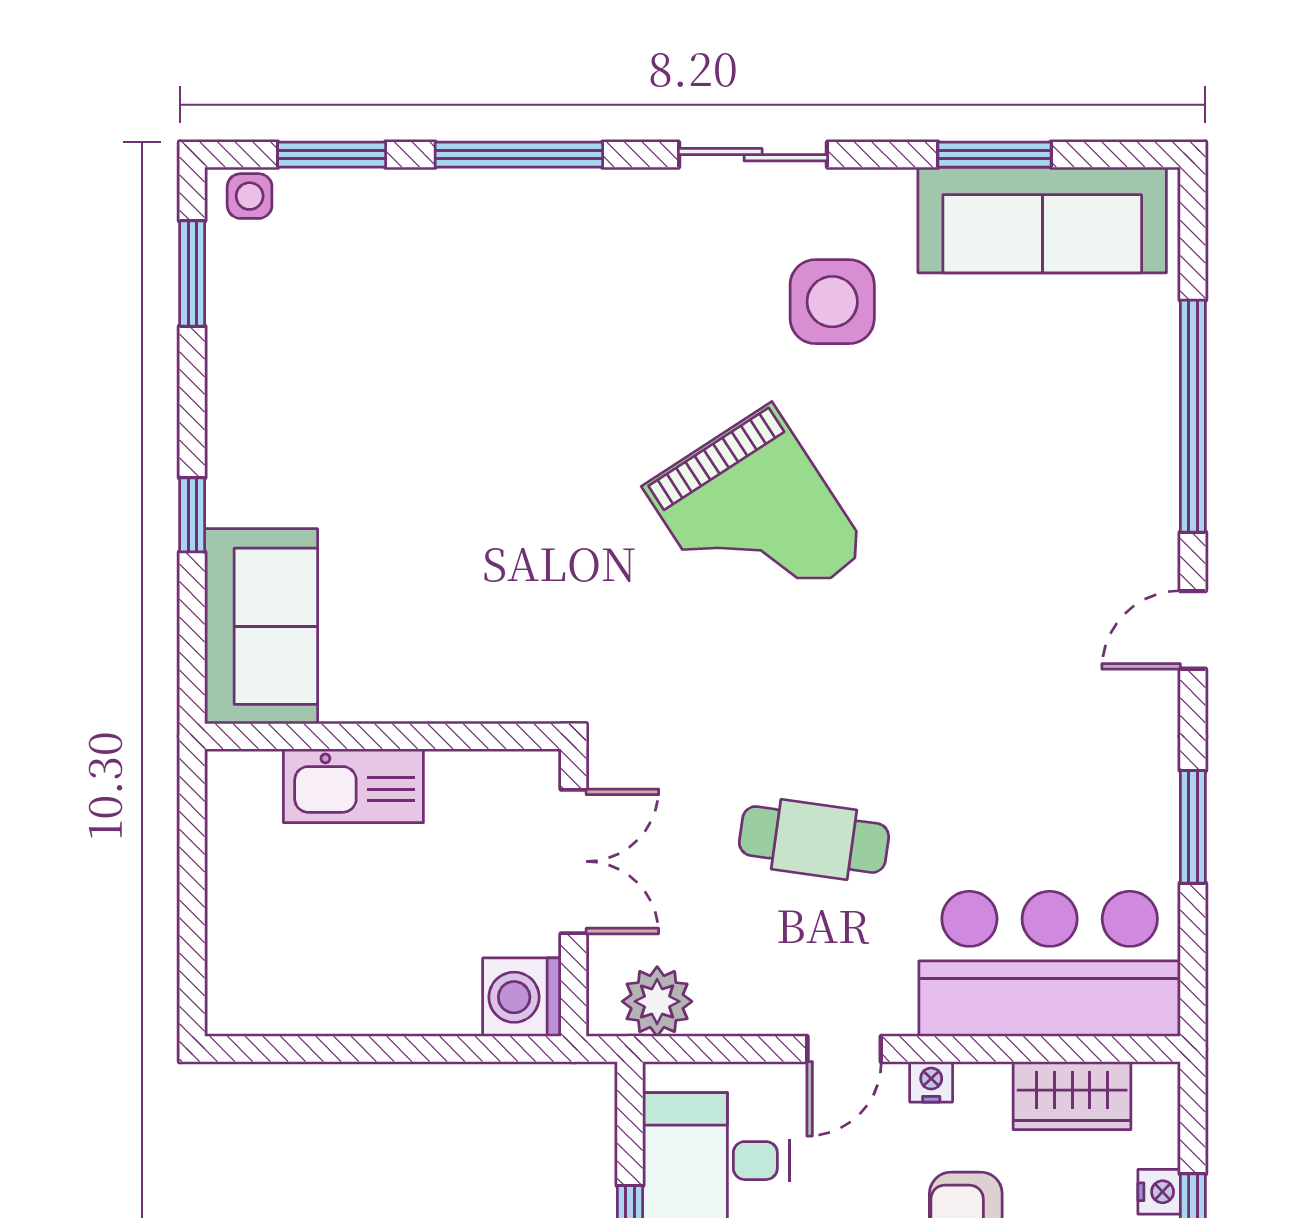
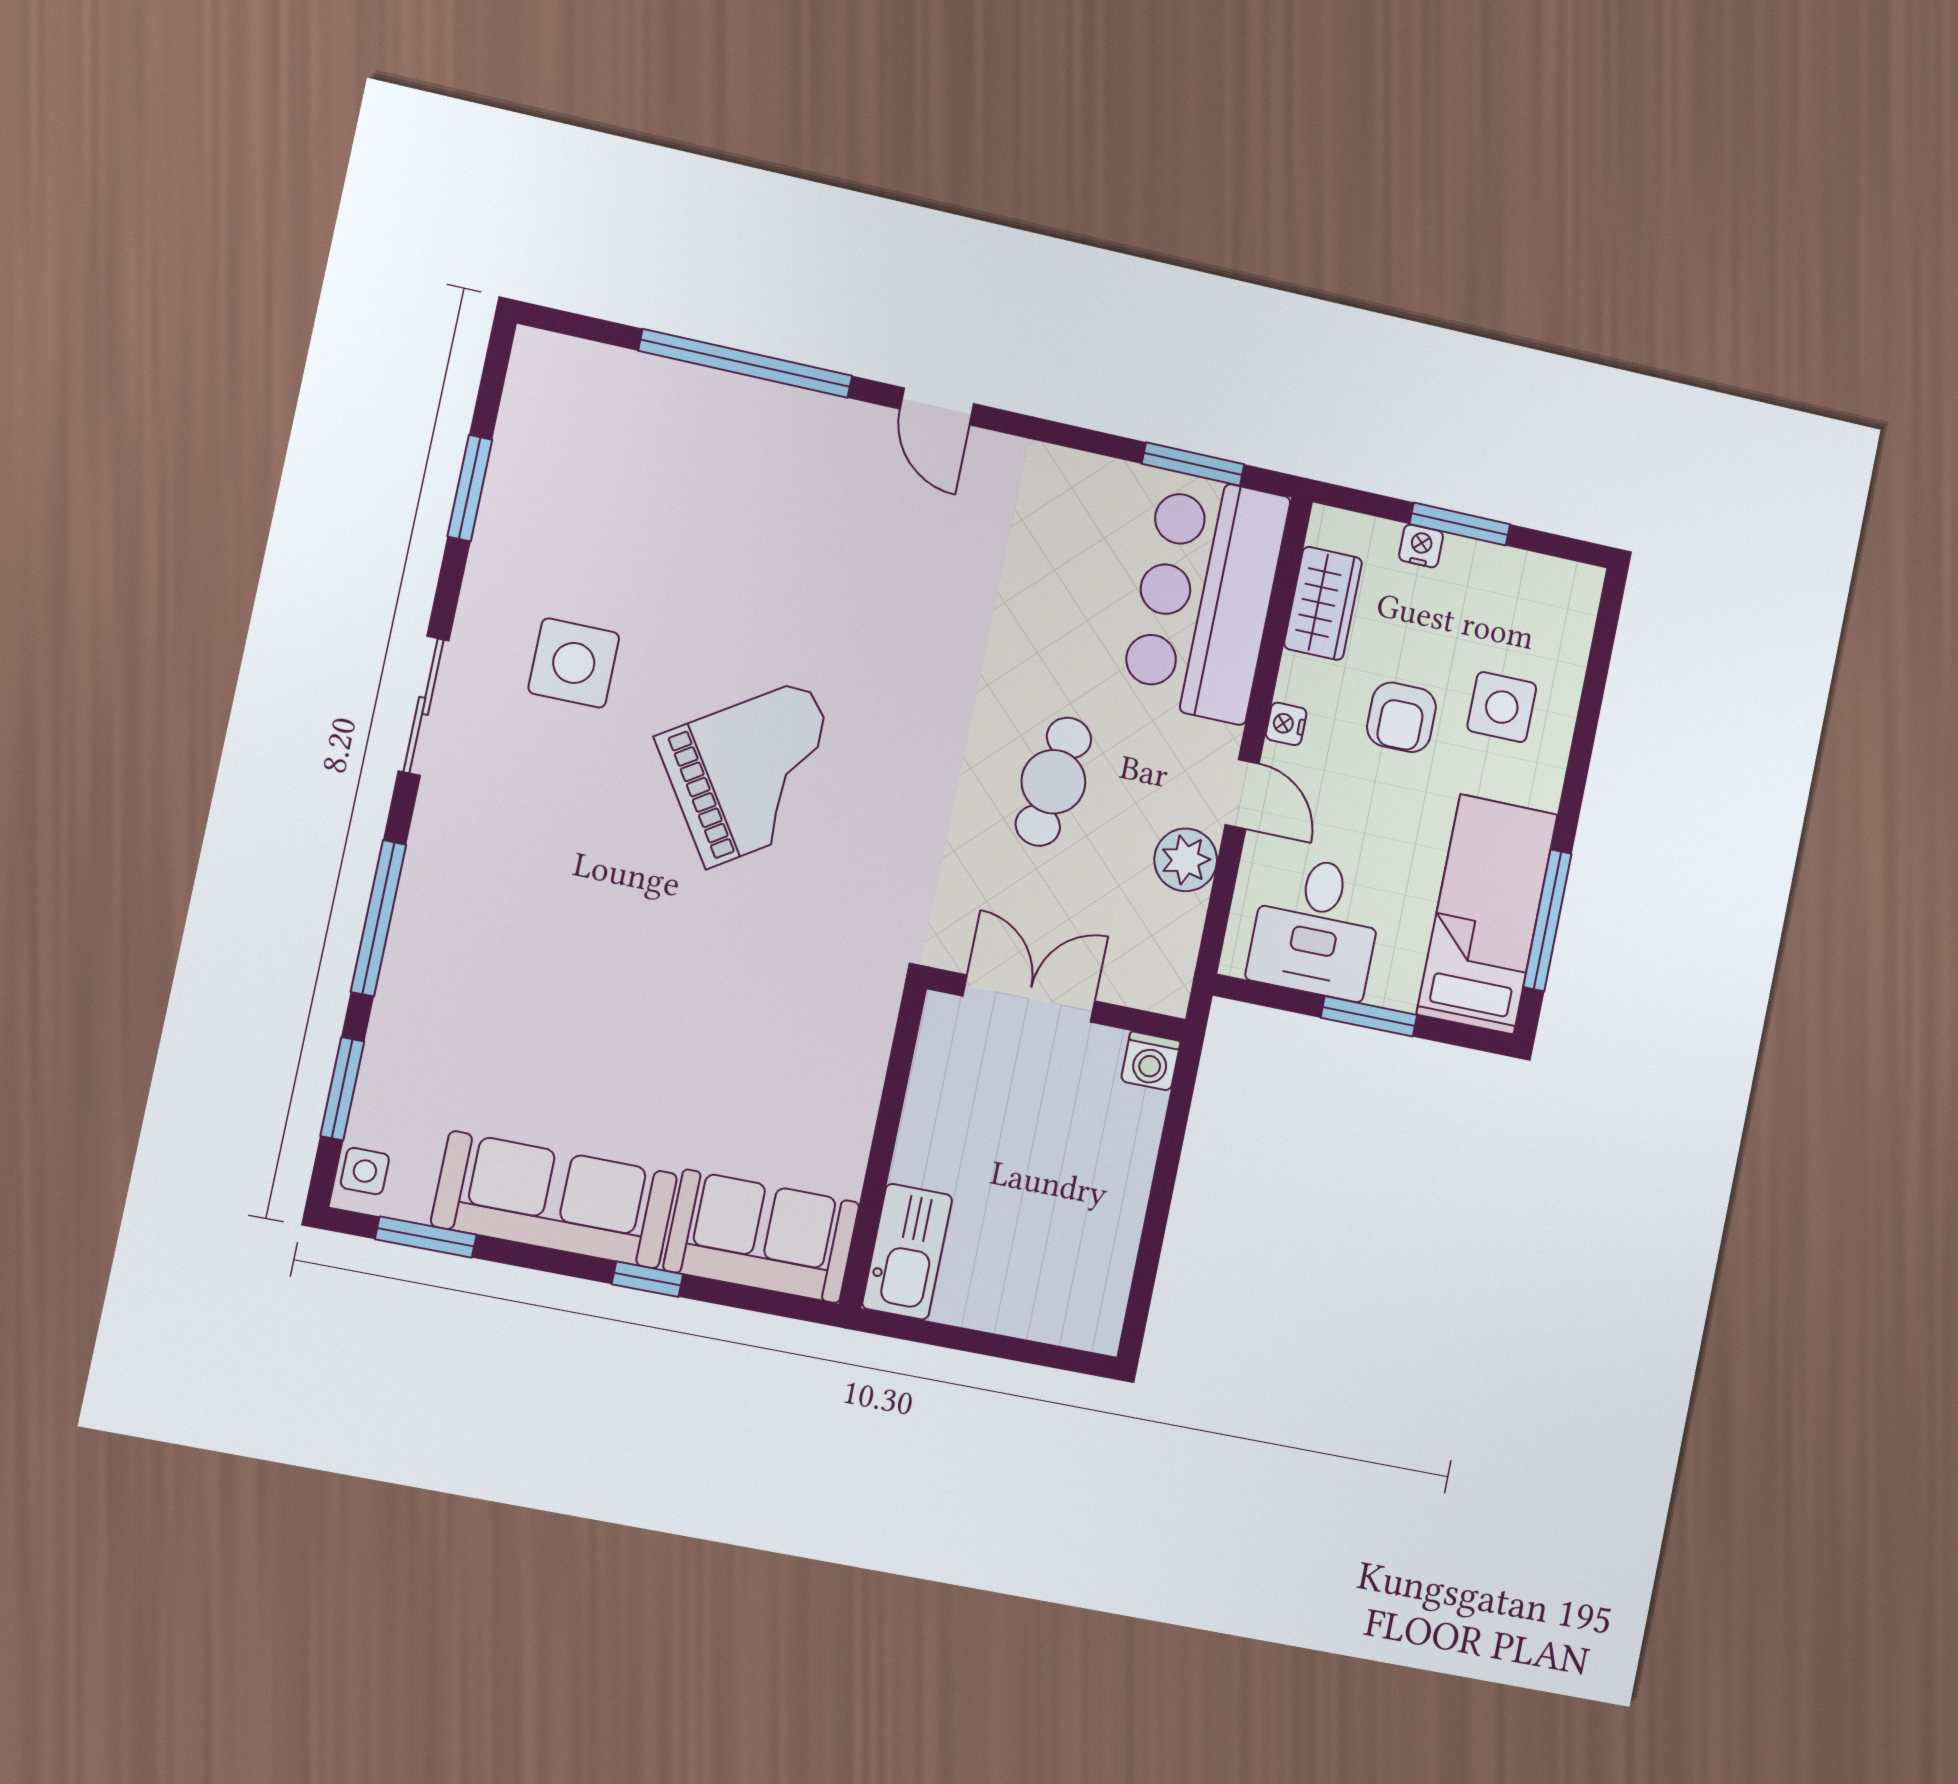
sofa: (1042, 220) -> (554, 1200), moved, turned -90
kitchen sink: (353, 786) -> (907, 1252), moved
window: (1193, 827) -> (1193, 464), moved
washing machine: (522, 997) -> (1151, 1061), width x0.73, depth x0.73
plant: (657, 1001) -> (1186, 860), moved

